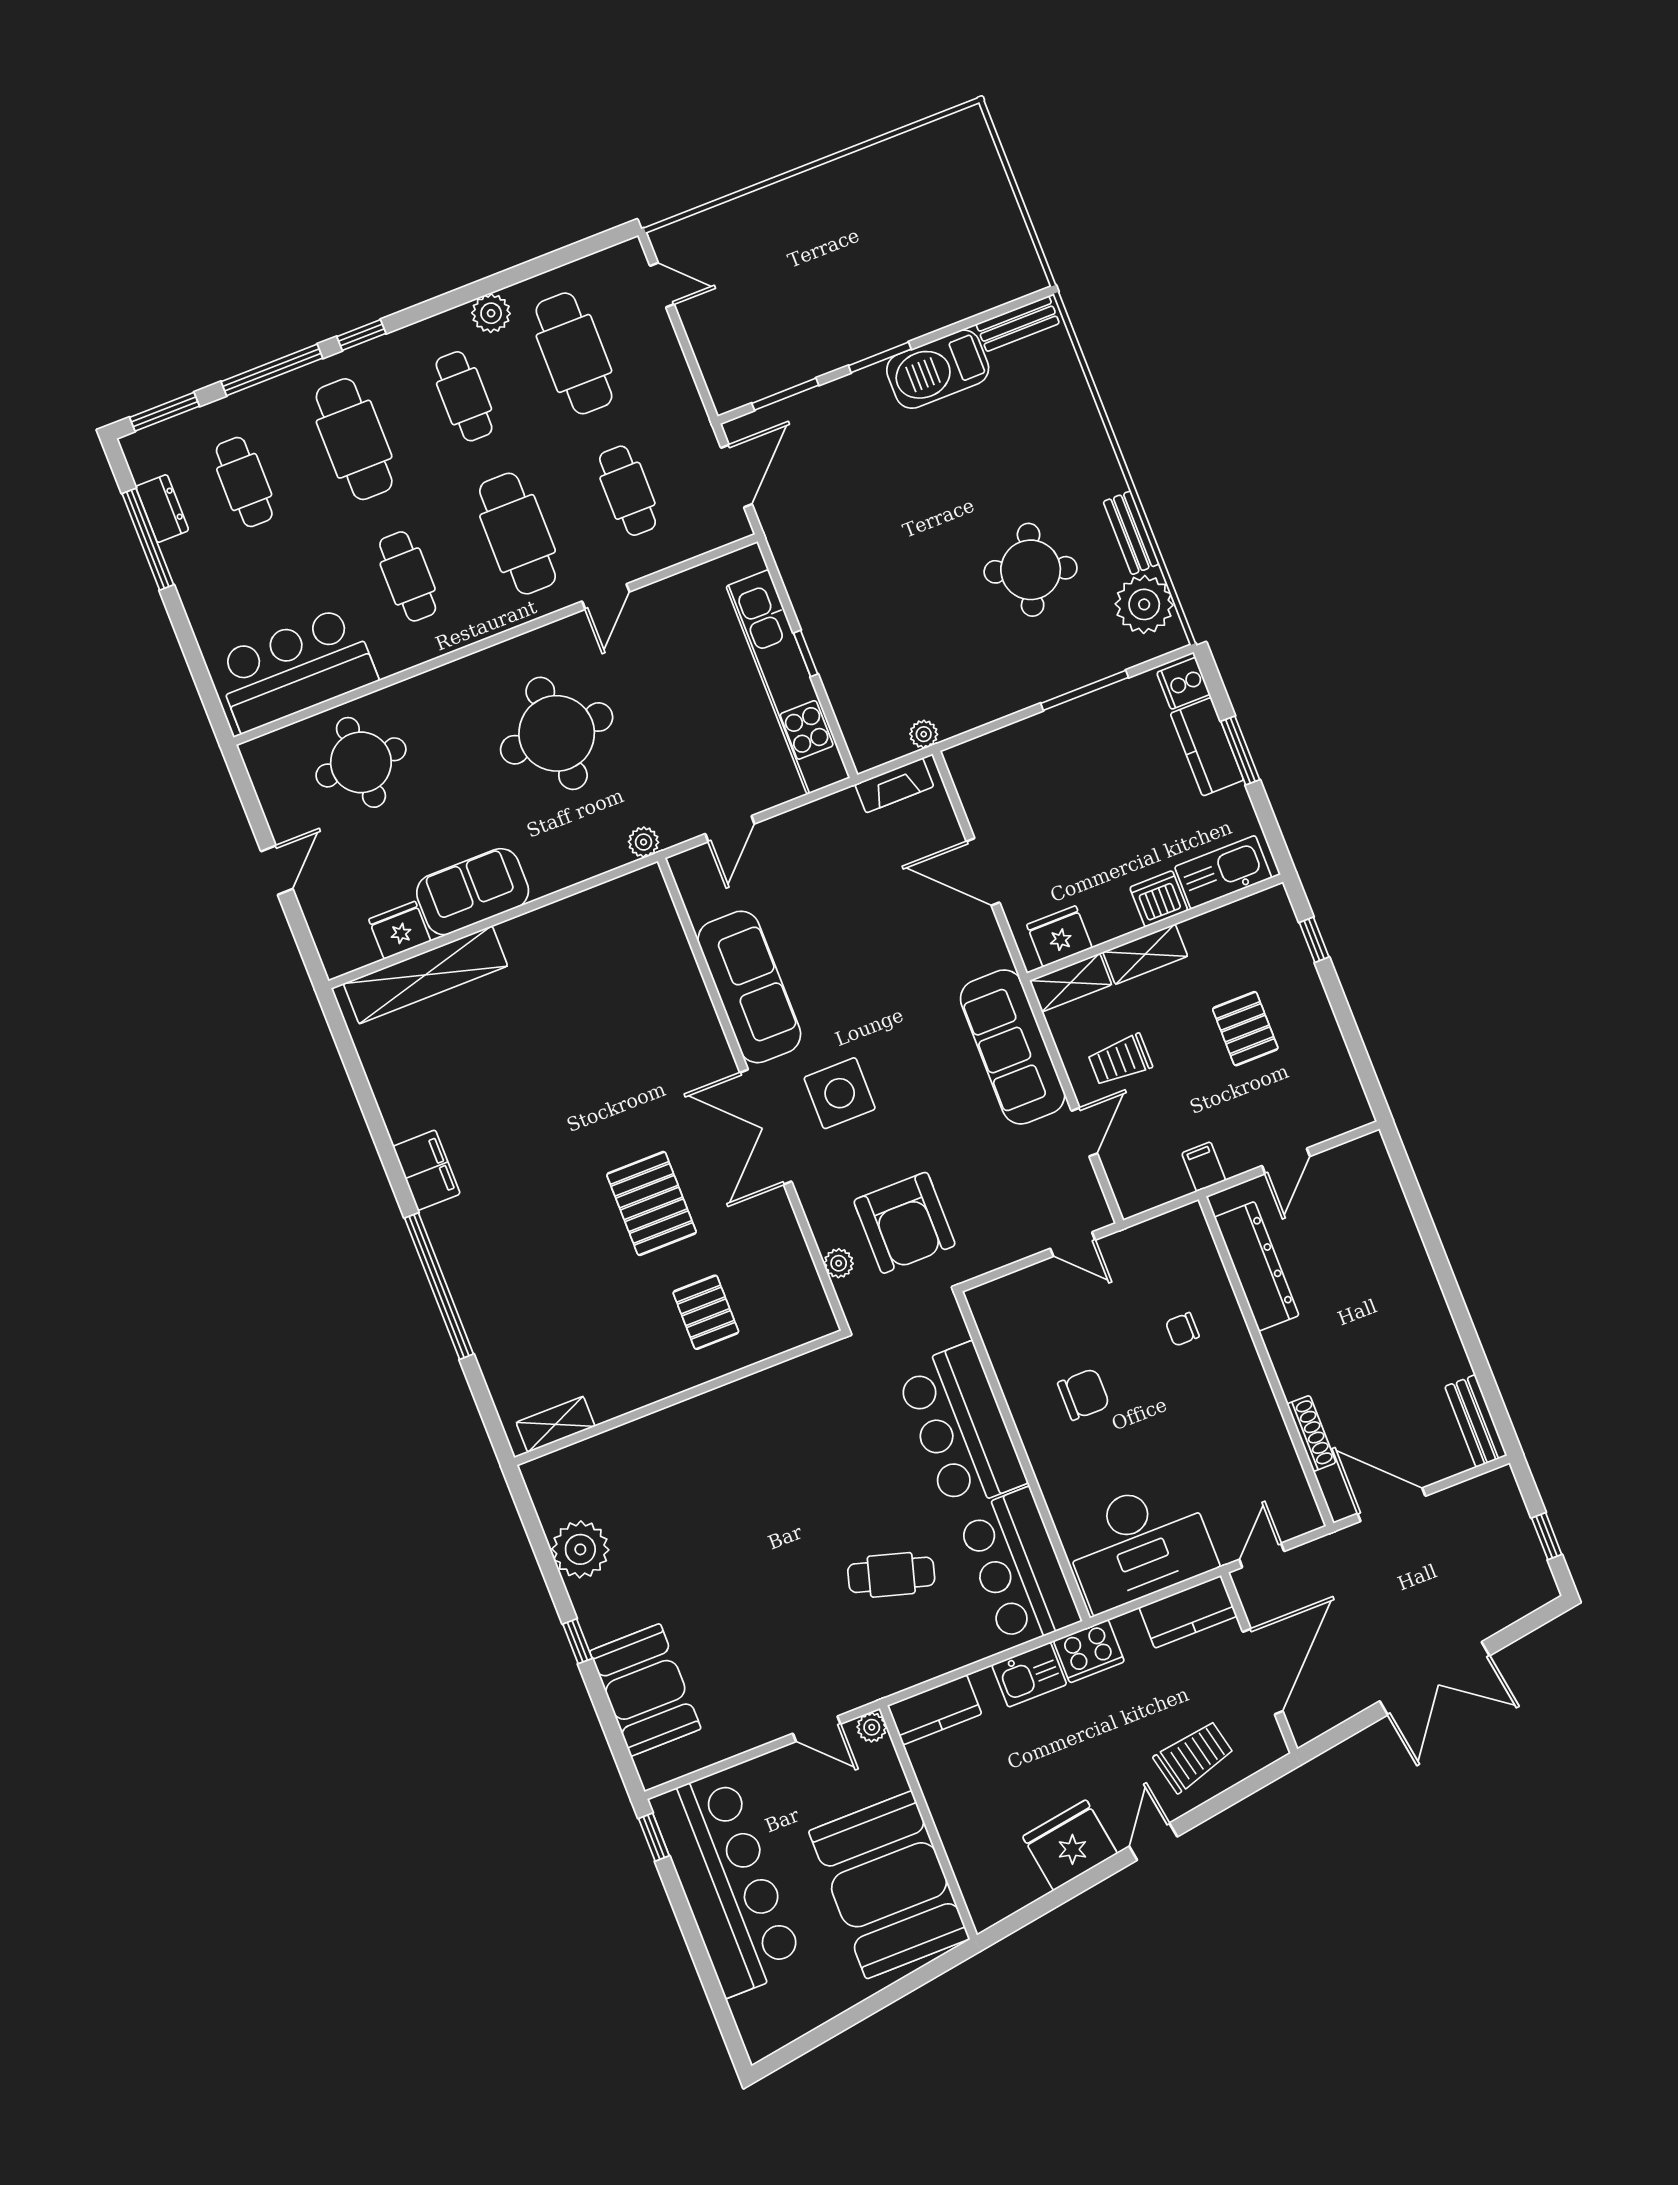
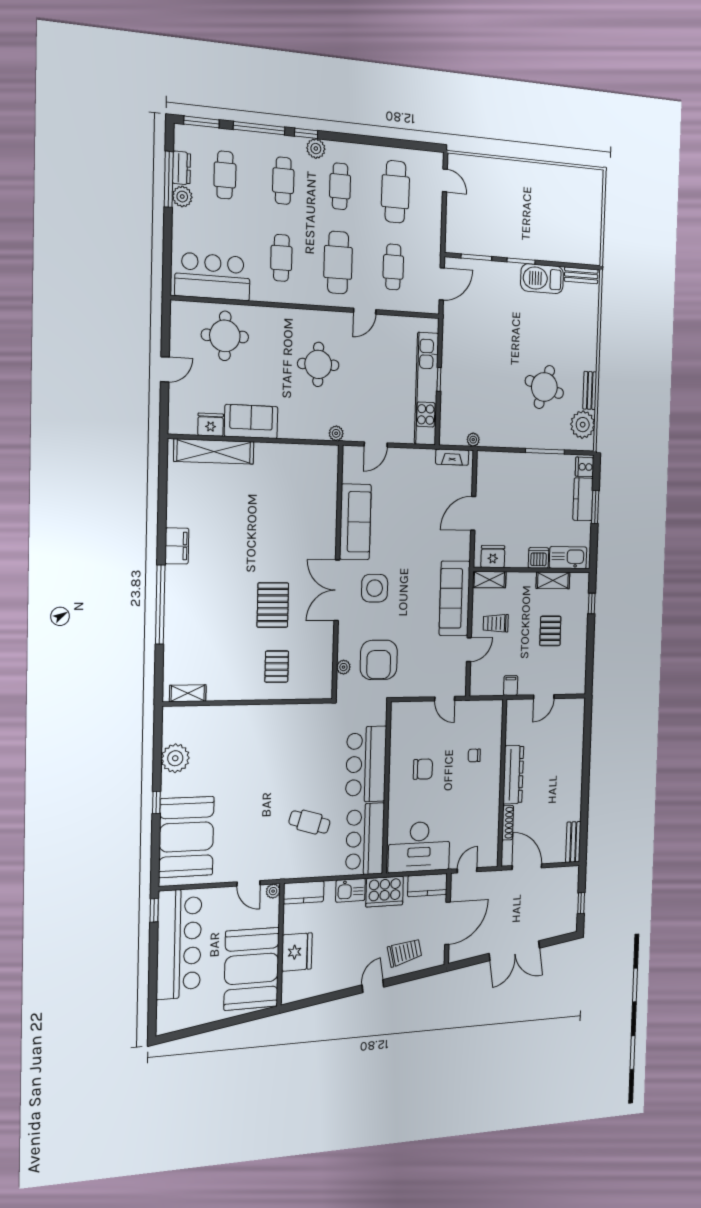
plant: (491, 313) -> (316, 149), moved
cafe table: (354, 439) -> (283, 181), width x0.73, depth x0.74
plant: (184, 557) -> (182, 197), added
round table: (557, 733) -> (318, 364), width x0.73, depth x0.73
door: (983, 872) -> (473, 513), hinge flipped
shelving: (1145, 954) -> (553, 580), moved
dresser: (1257, 1266) -> (513, 775), moved
cooker: (1089, 1651) -> (385, 892), width x1.37, depth x1.31
booth: (645, 1690) -> (186, 837), width x1.36, depth x1.42
fridge: (1070, 1845) -> (297, 952), moved, turned 99

